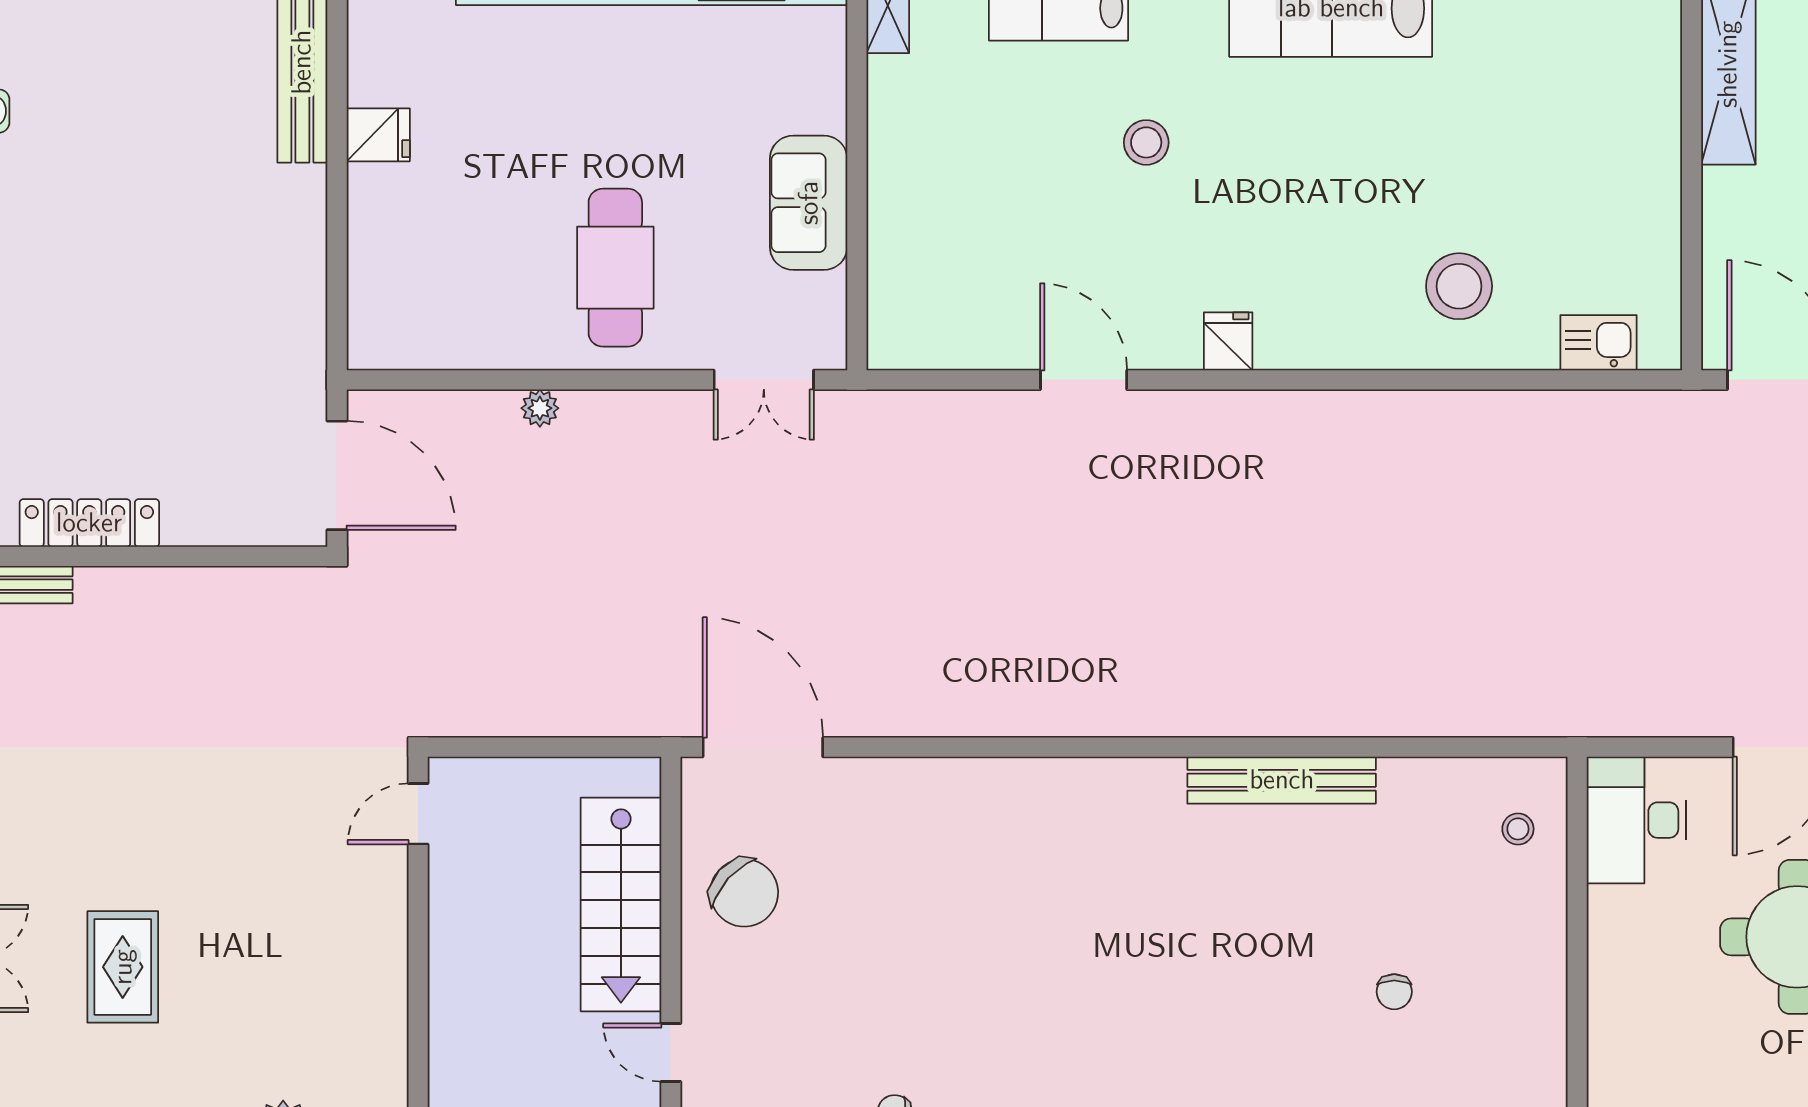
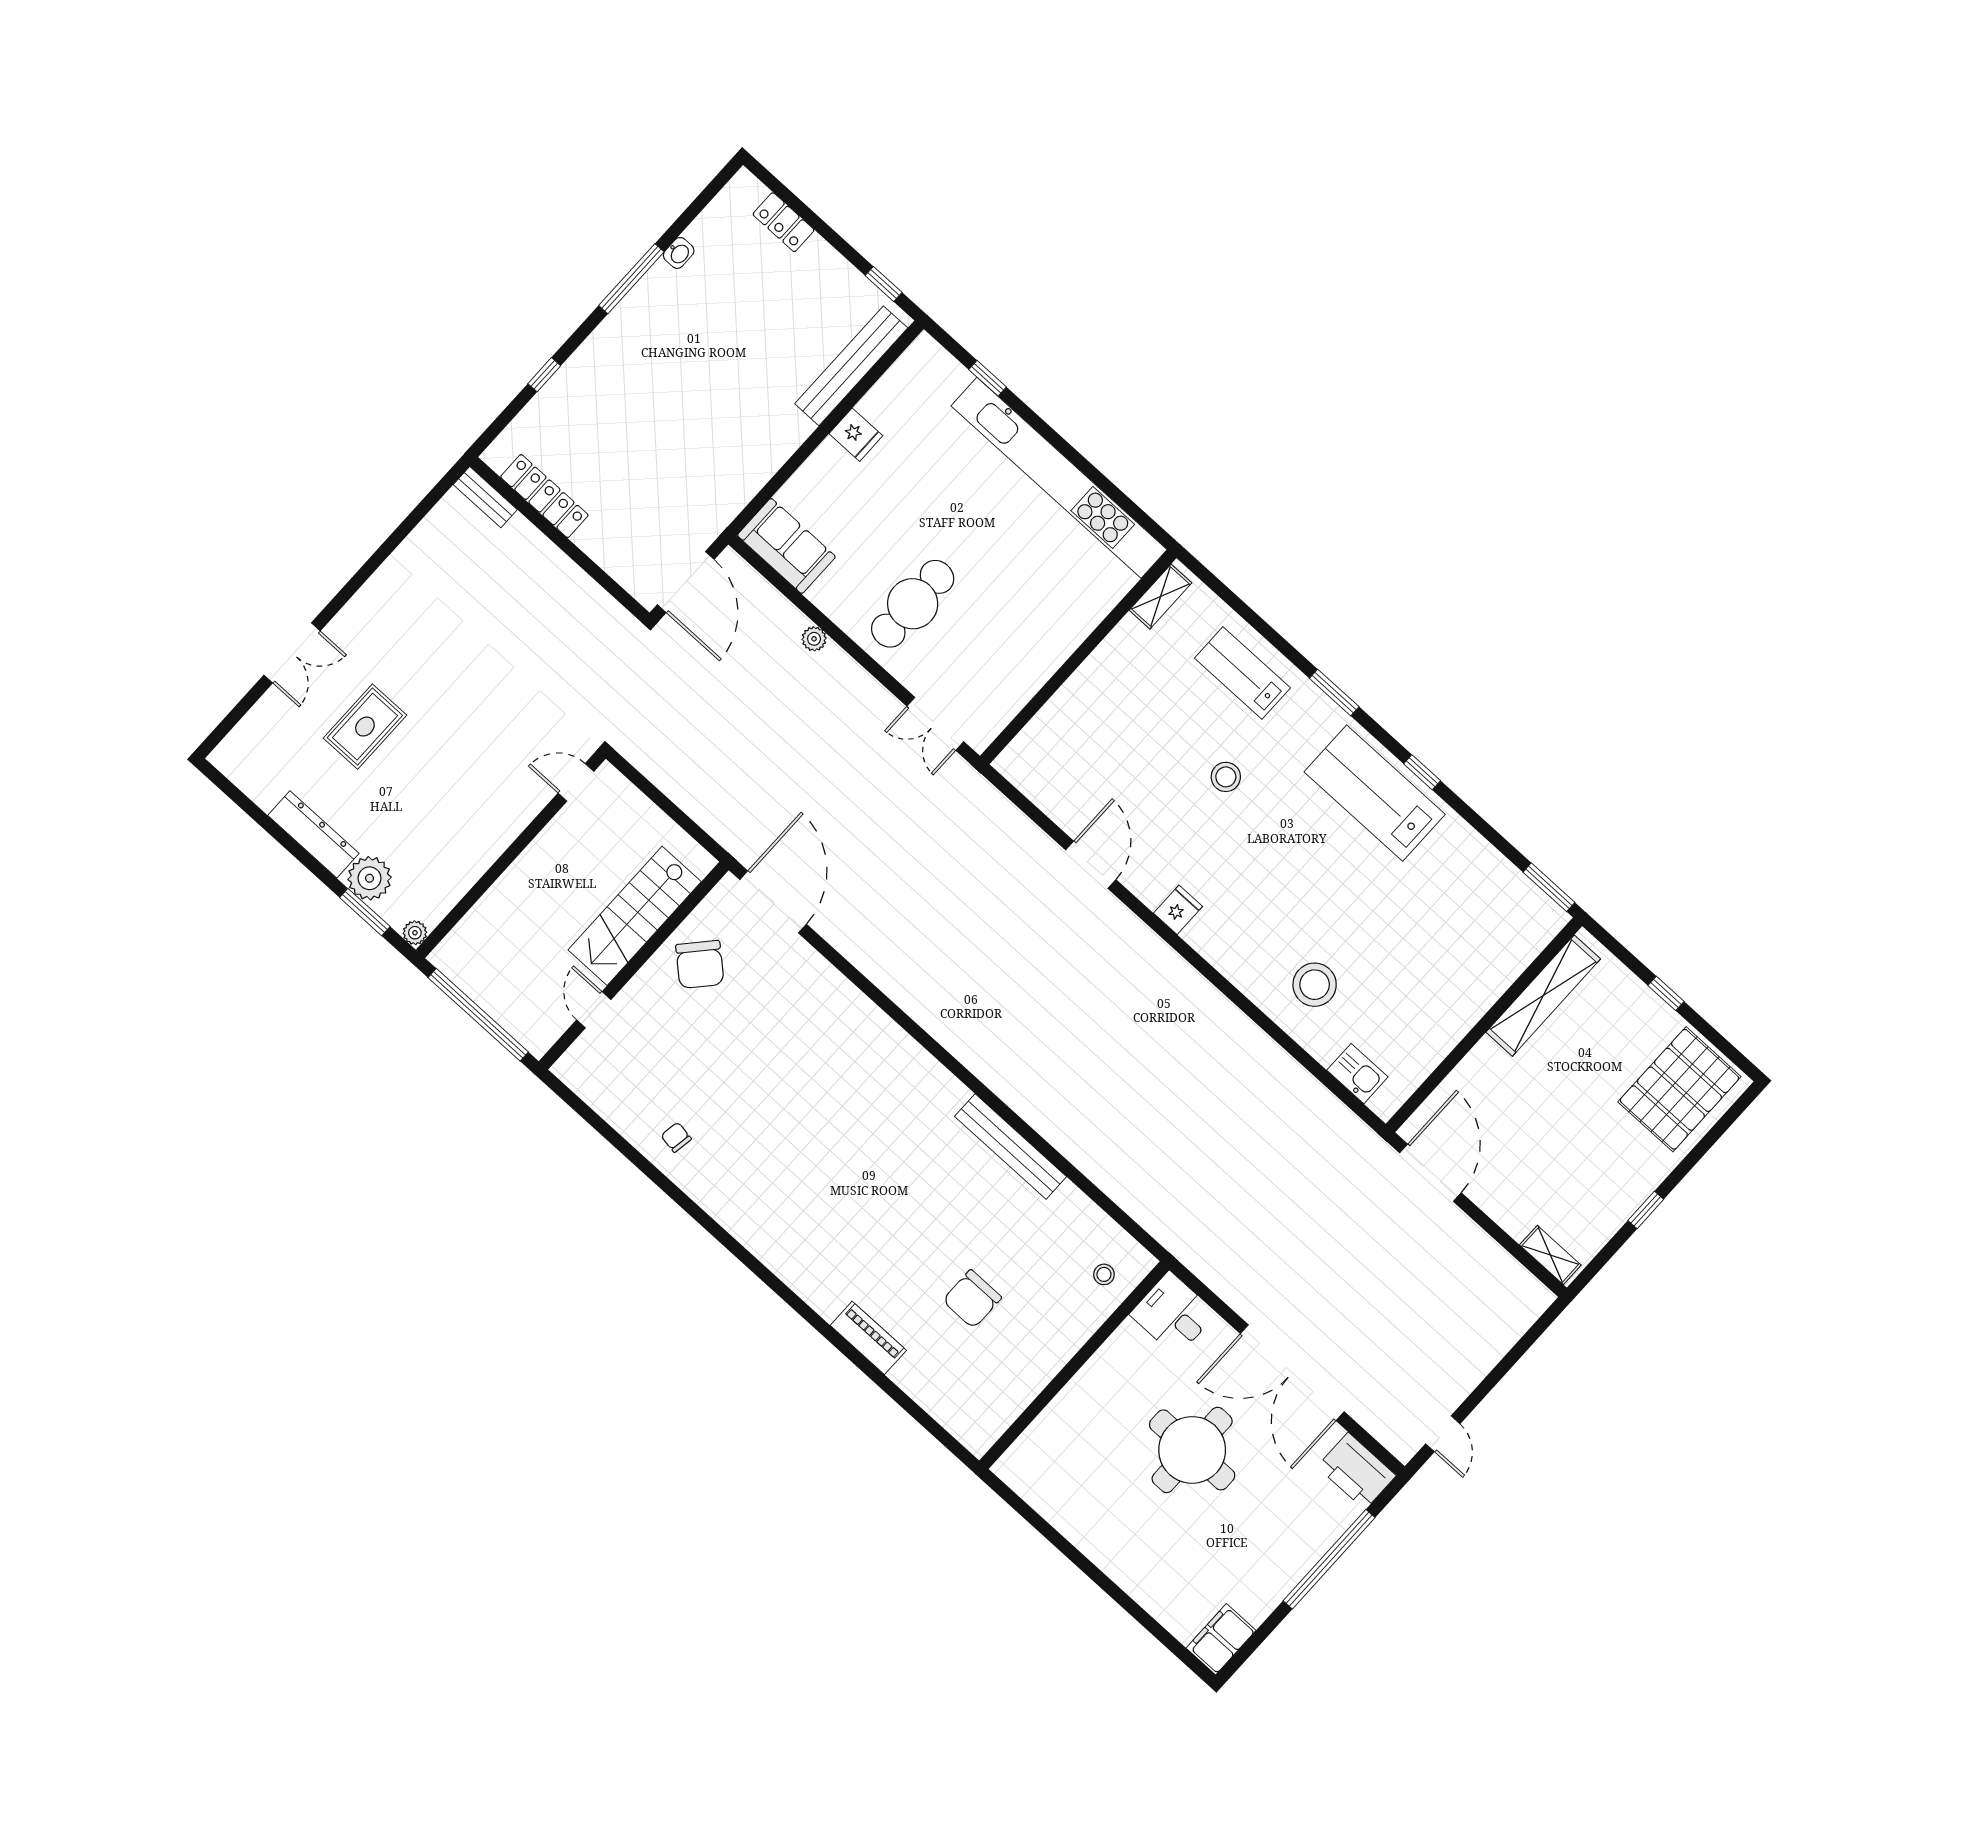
sofa: (809, 203) -> (786, 546), moved, turned 90
desk: (1636, 820) -> (1173, 1314), width x0.73
chair: (1394, 992) -> (972, 1299), width x1.87, depth x1.87

